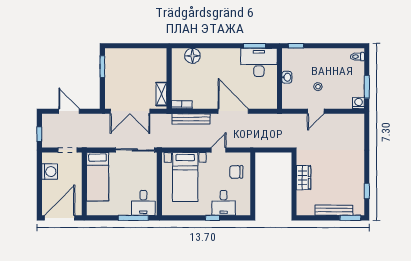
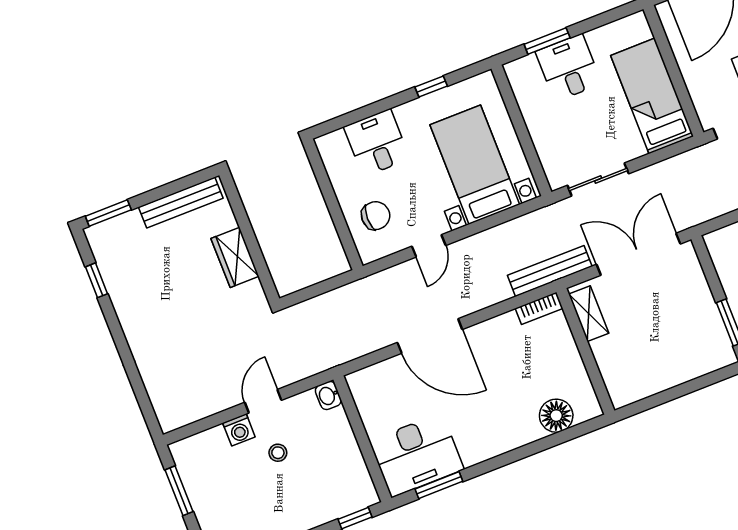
washbasin: (287, 77) -> (328, 395), moved
washing machine: (359, 103) -> (239, 430), moved
bench: (191, 119) -> (550, 271), moved
sliding door: (135, 150) -> (598, 179), width x0.73
desk: (143, 203) -> (569, 68), moved
bench: (334, 210) -> (181, 203), moved
window: (133, 218) -> (547, 41), width x0.69
window: (213, 218) -> (431, 86), moved

